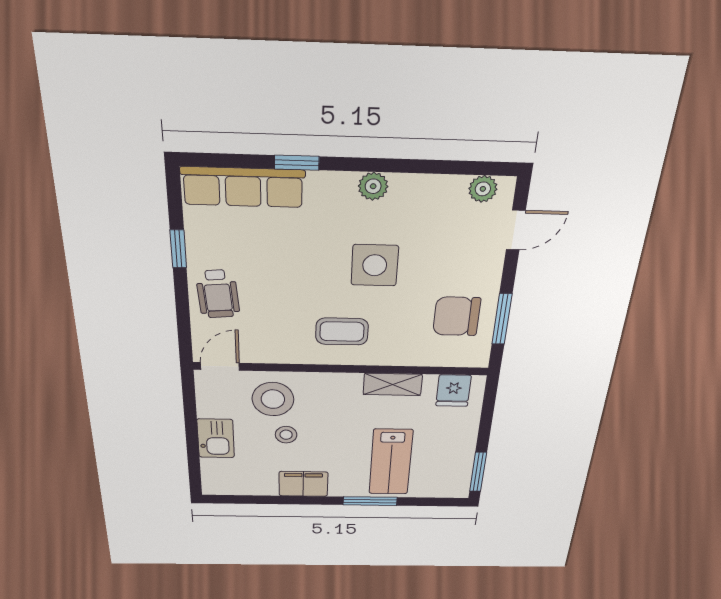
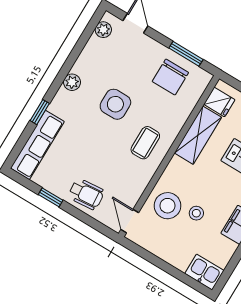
shelving: (393, 384) -> (198, 135), width x1.50, depth x1.33
kitchen sink: (216, 438) -> (204, 272), moved

